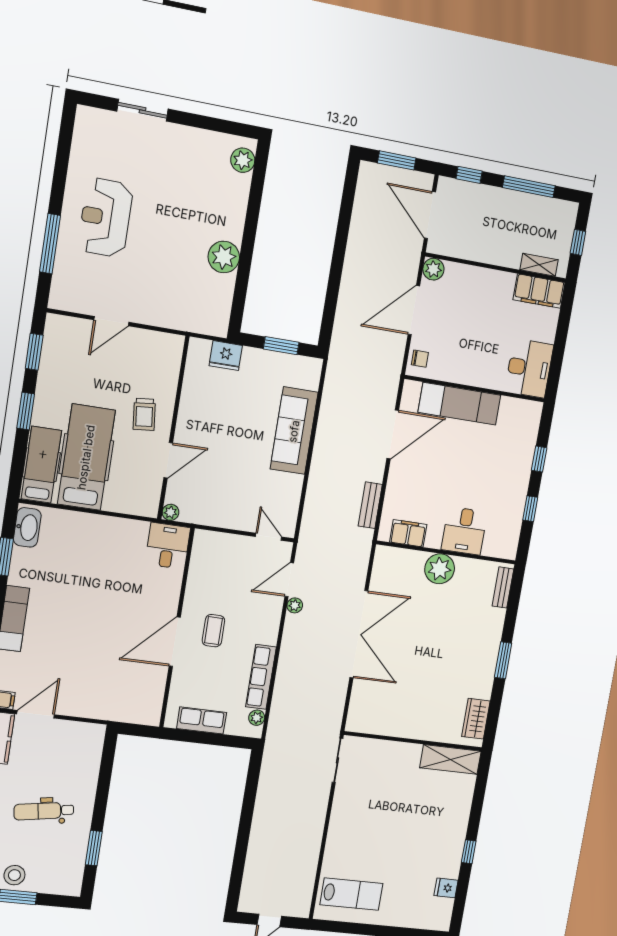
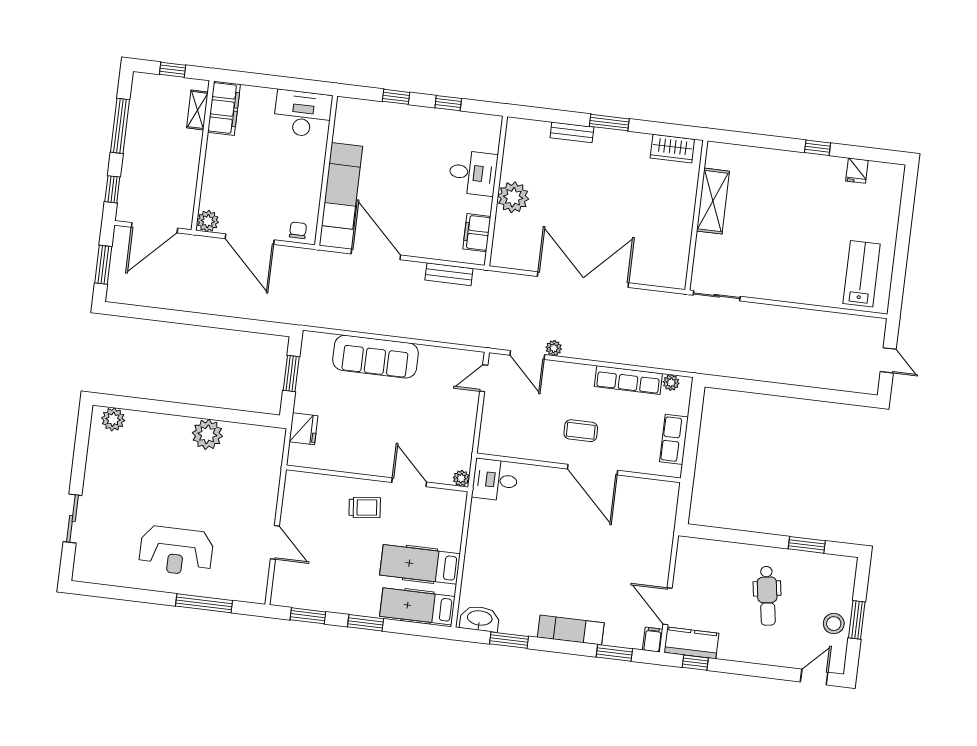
hospital bed: (86, 457) -> (420, 564), width x0.73, depth x0.78
bench: (503, 588) -> (572, 132), moved
shelving: (450, 759) -> (713, 201), moved

